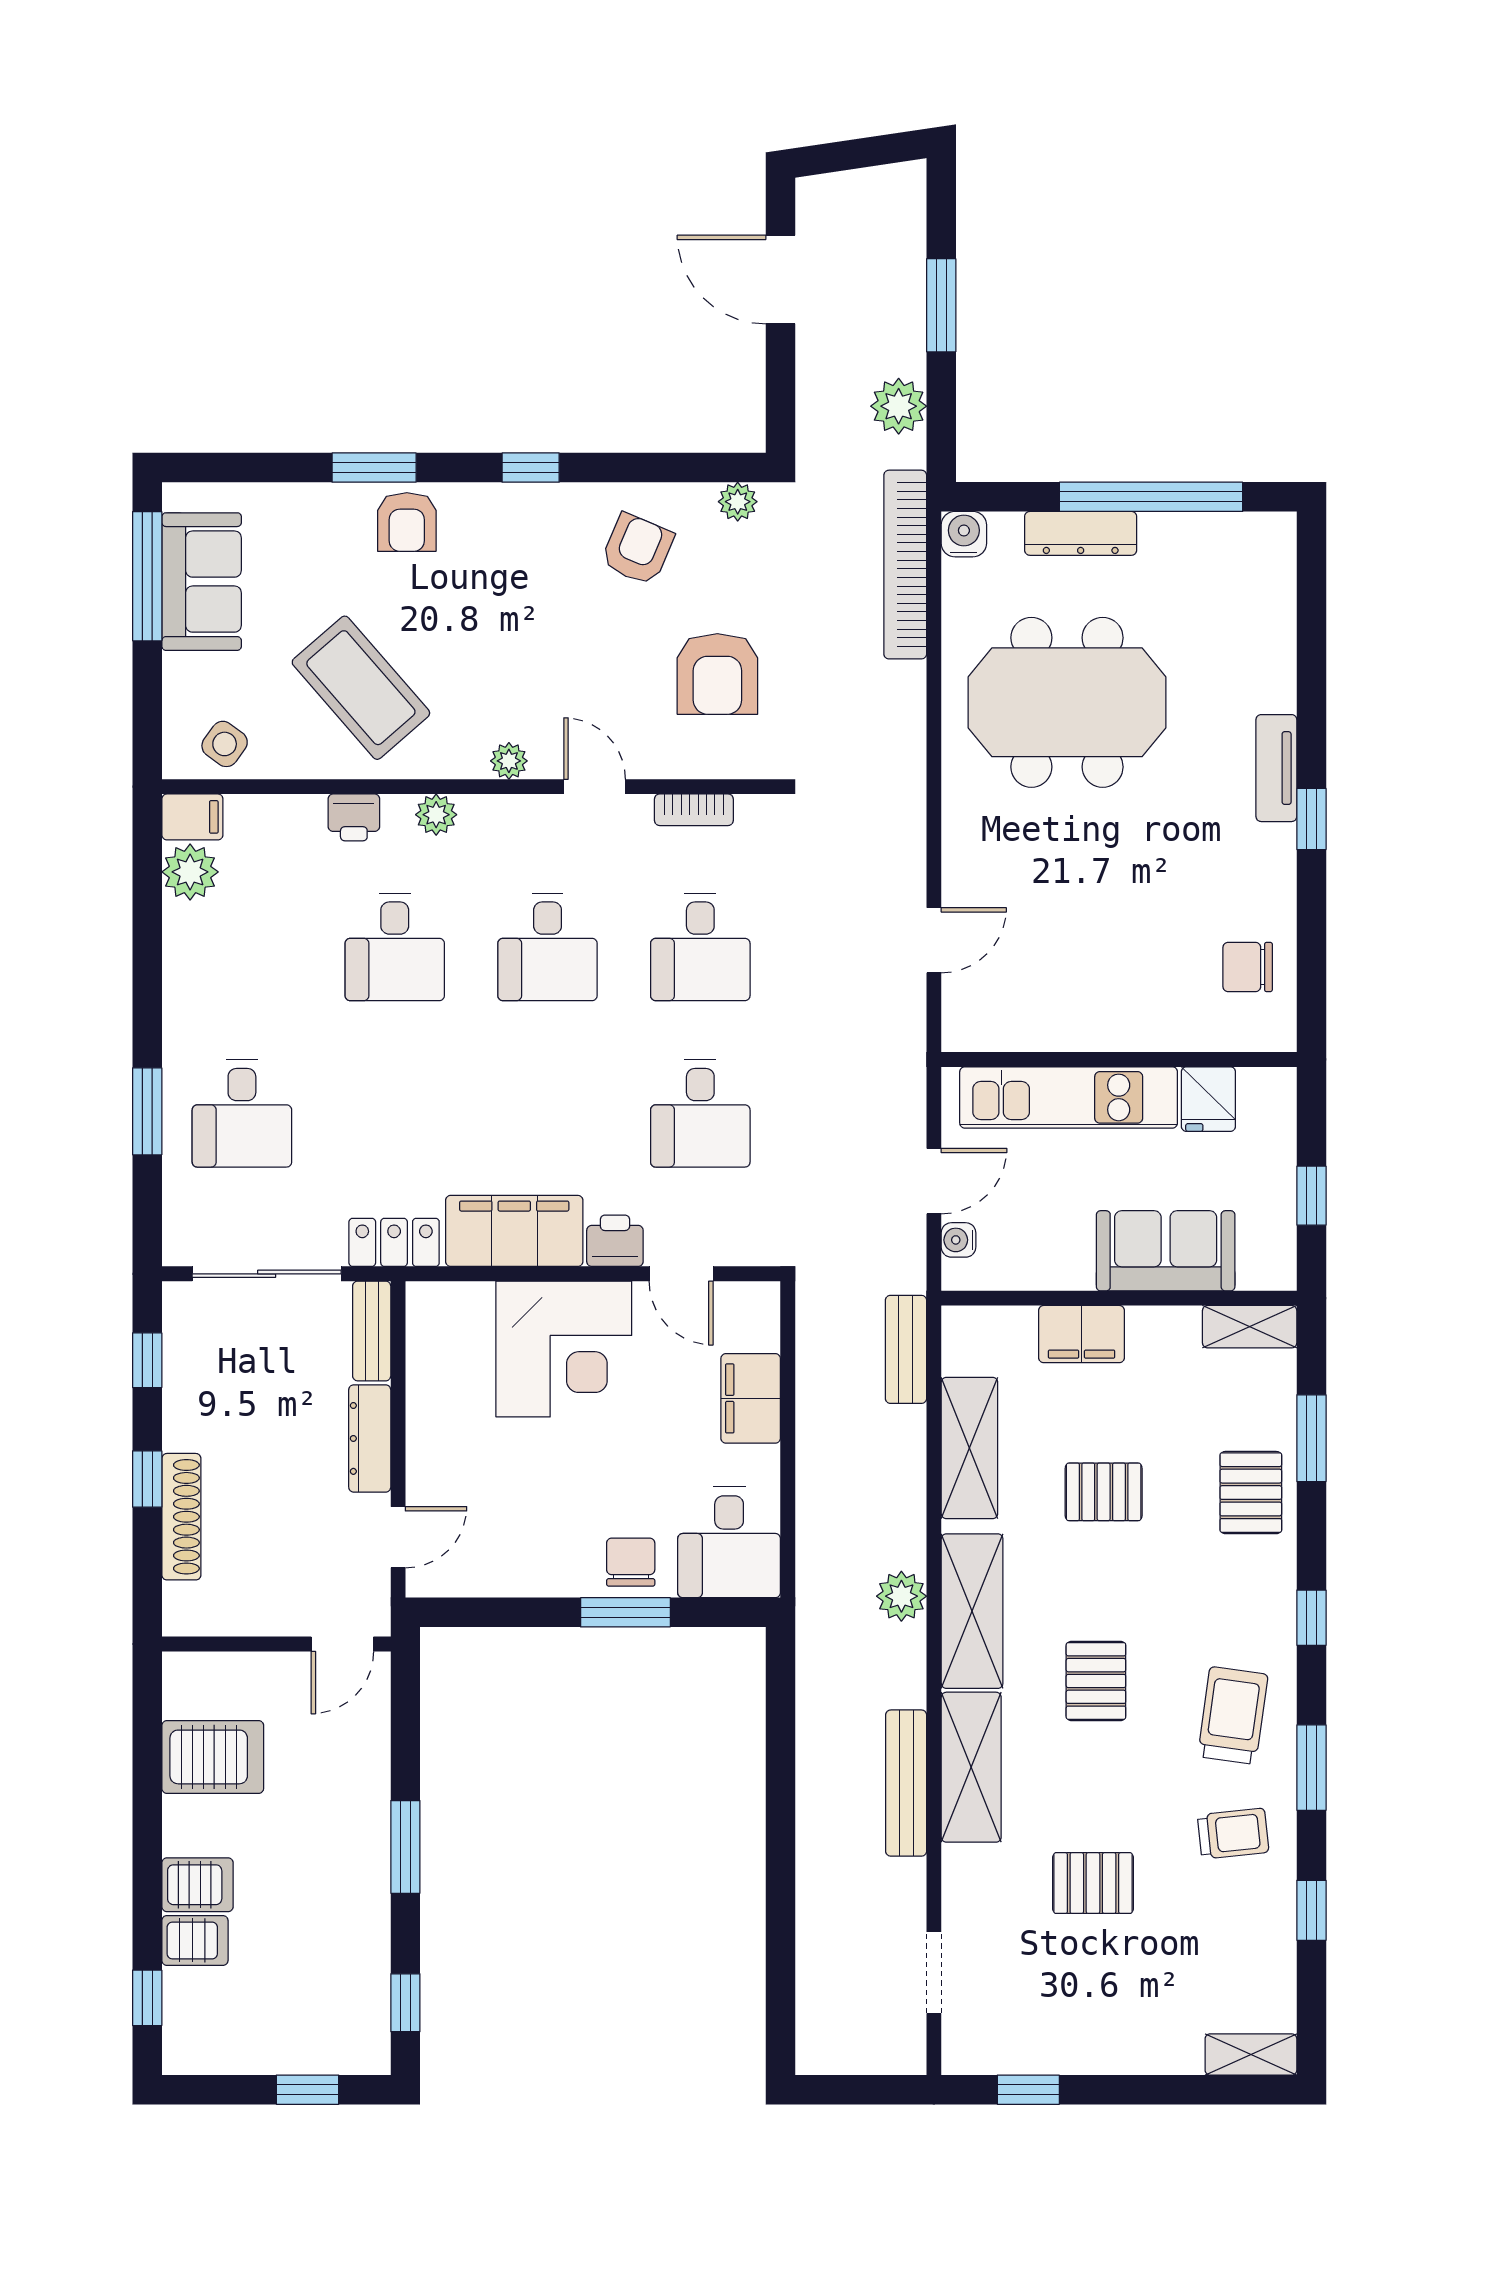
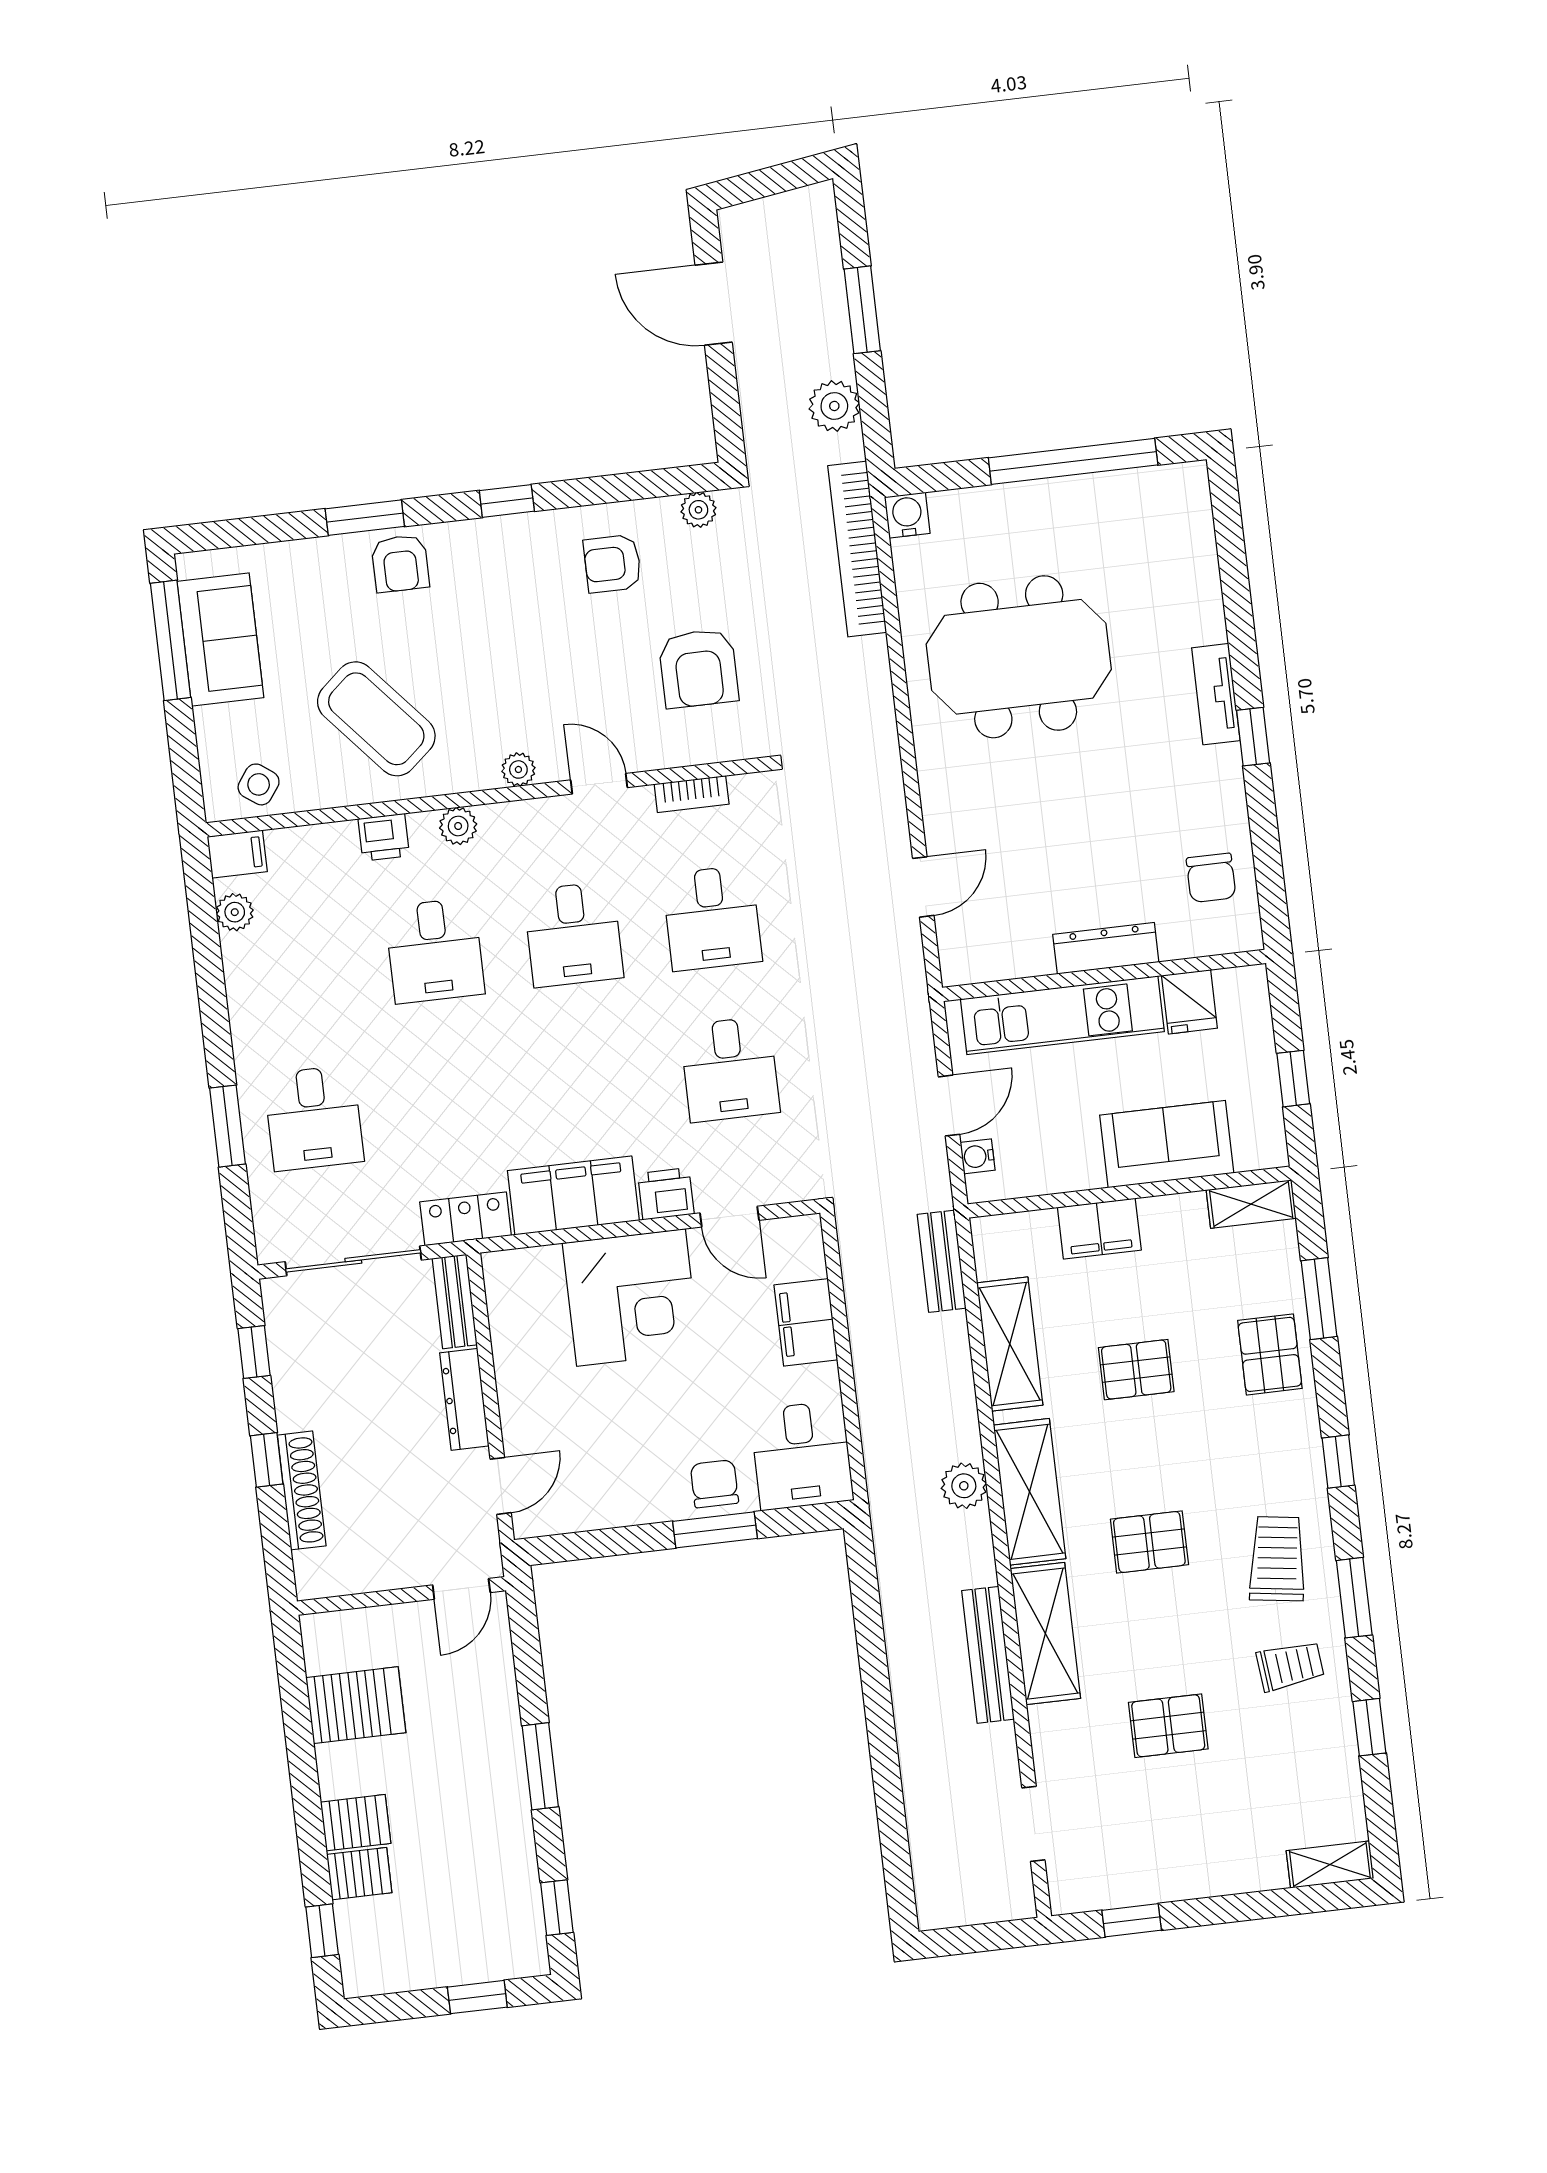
dresser: (1081, 533) -> (1106, 948), moved, turned 180
armchair: (637, 549) -> (612, 564), turned -113
plant: (190, 872) -> (235, 912), width x0.73, depth x0.73
chair: (1248, 967) -> (1211, 878), turned -90
pallet: (1096, 1681) -> (1149, 1542), turned 90

